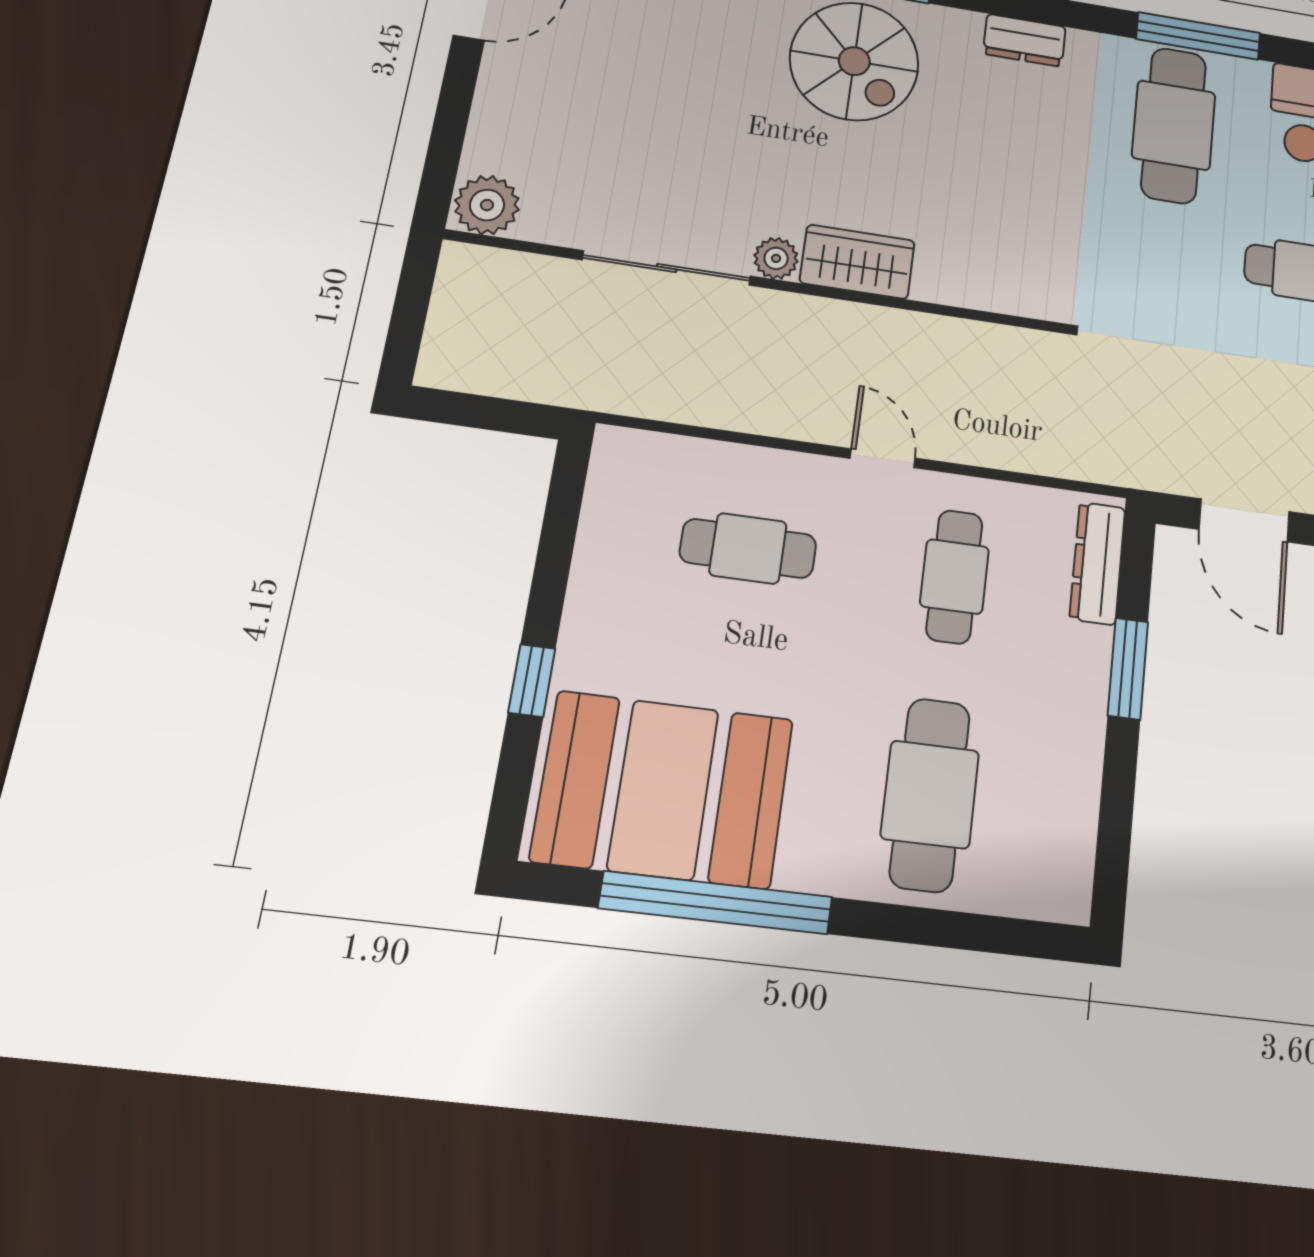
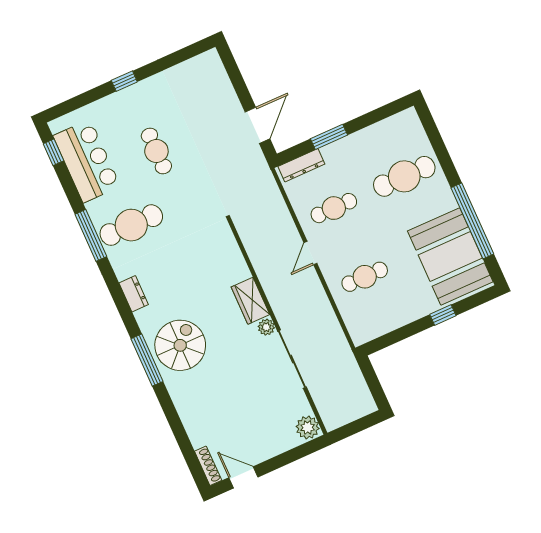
cafe table: (748, 548) -> (365, 277), turned 90

